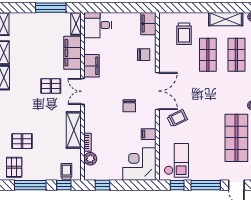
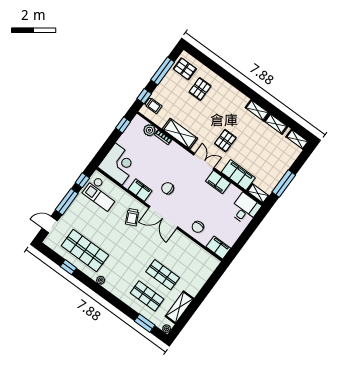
trolley: (184, 34) -> (191, 268), removed
filing cabinet: (149, 134) -> (140, 190), width x2.00

